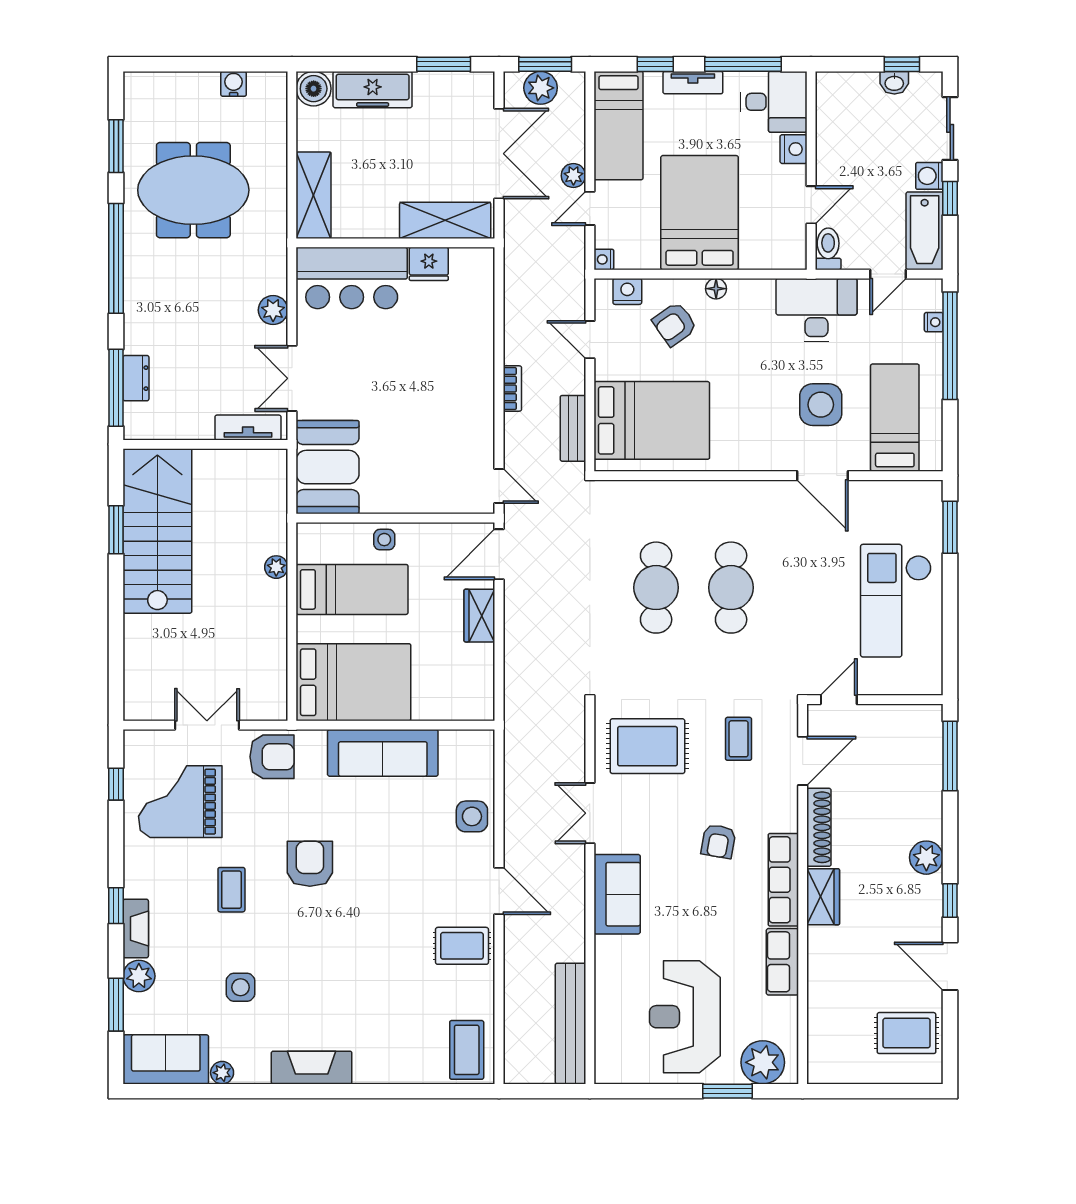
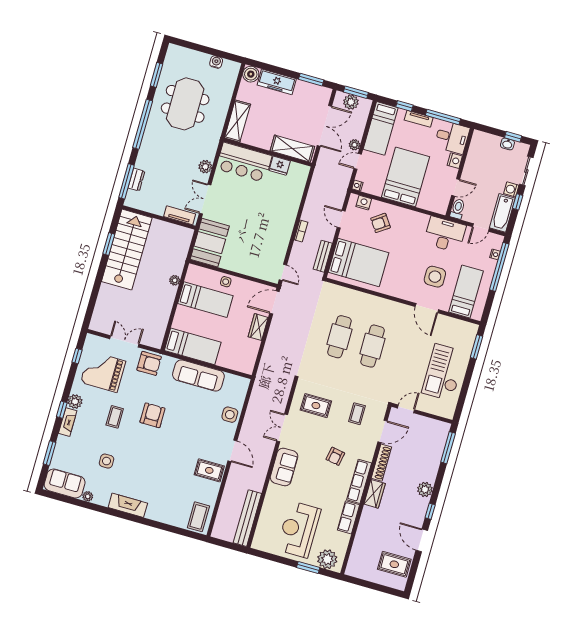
meeting table: (193, 190) -> (185, 104), turned 90
floor lamp: (716, 289) -> (403, 212), removed
bed: (353, 682) -> (193, 346), width x0.67
rug: (647, 746) -> (316, 406), width x0.73, depth x0.70
plant: (139, 976) -> (75, 402), moved

